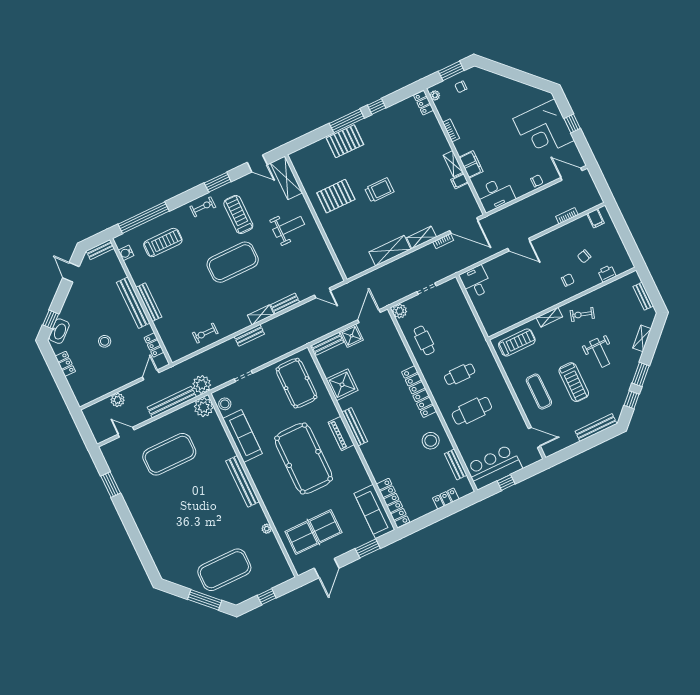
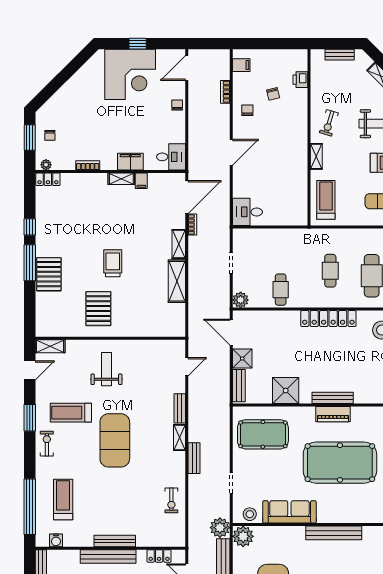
shelving: (286, 178) -> (50, 346), width x0.67, depth x0.75
desk: (495, 194) -> (171, 157), width x0.73
chair: (568, 280) -> (247, 110), moved
cafe table: (424, 340) -> (281, 290), turned 90

